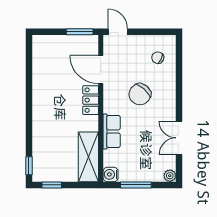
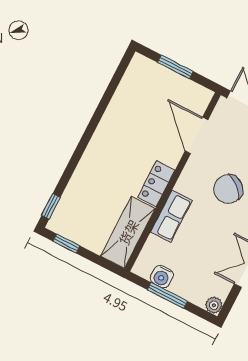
window: (80, 32) -> (175, 67), moved
locker: (91, 100) -> (156, 184), moved
water cooler: (111, 174) -> (162, 277), moved, turned -90

